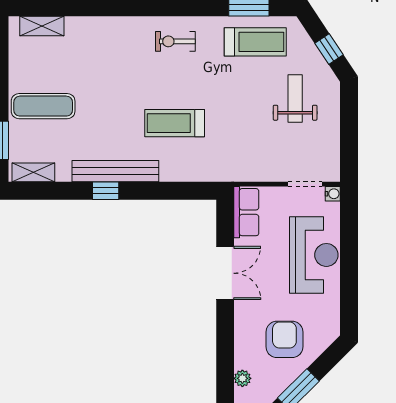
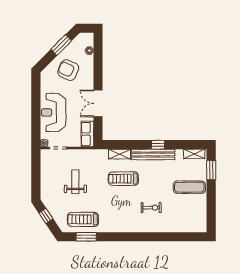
shelving: (42, 26) -> (119, 154), moved
exercise bike: (175, 41) -> (151, 208), moved
weight bench: (295, 98) -> (75, 182), moved, turned 180
treadmill: (175, 123) -> (123, 179), turned 180
armchair: (284, 339) -> (68, 70), turned 114

